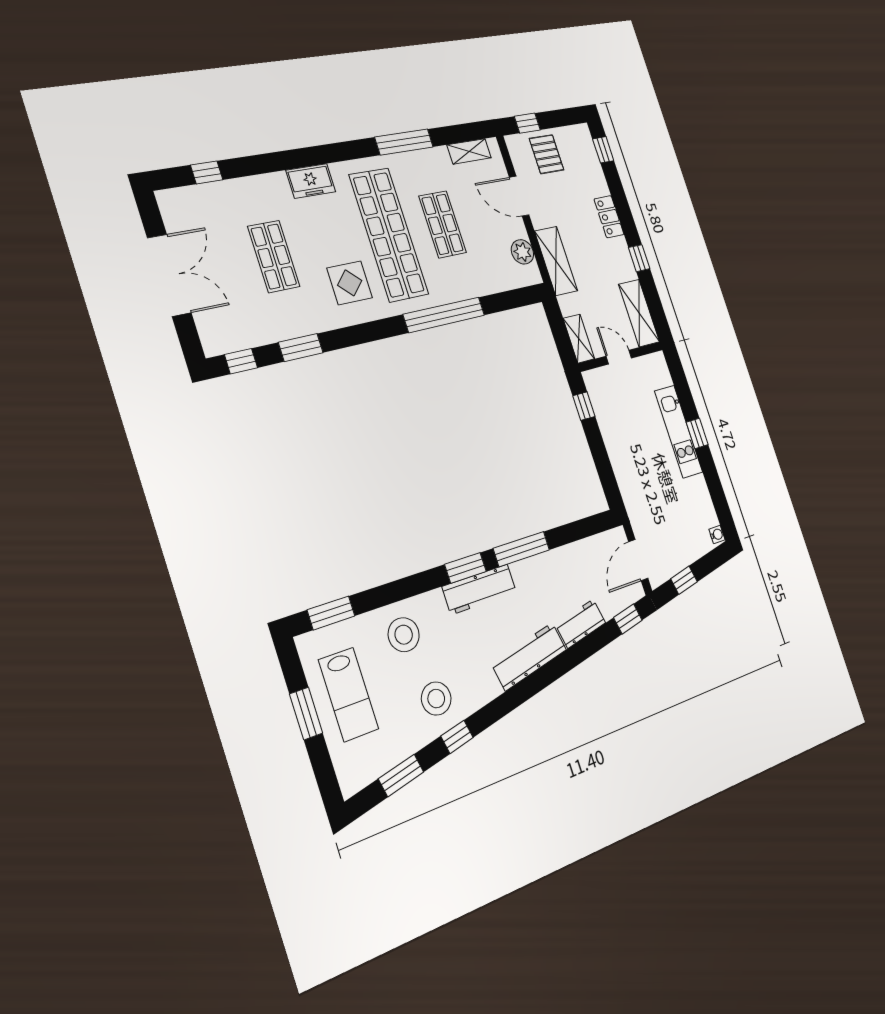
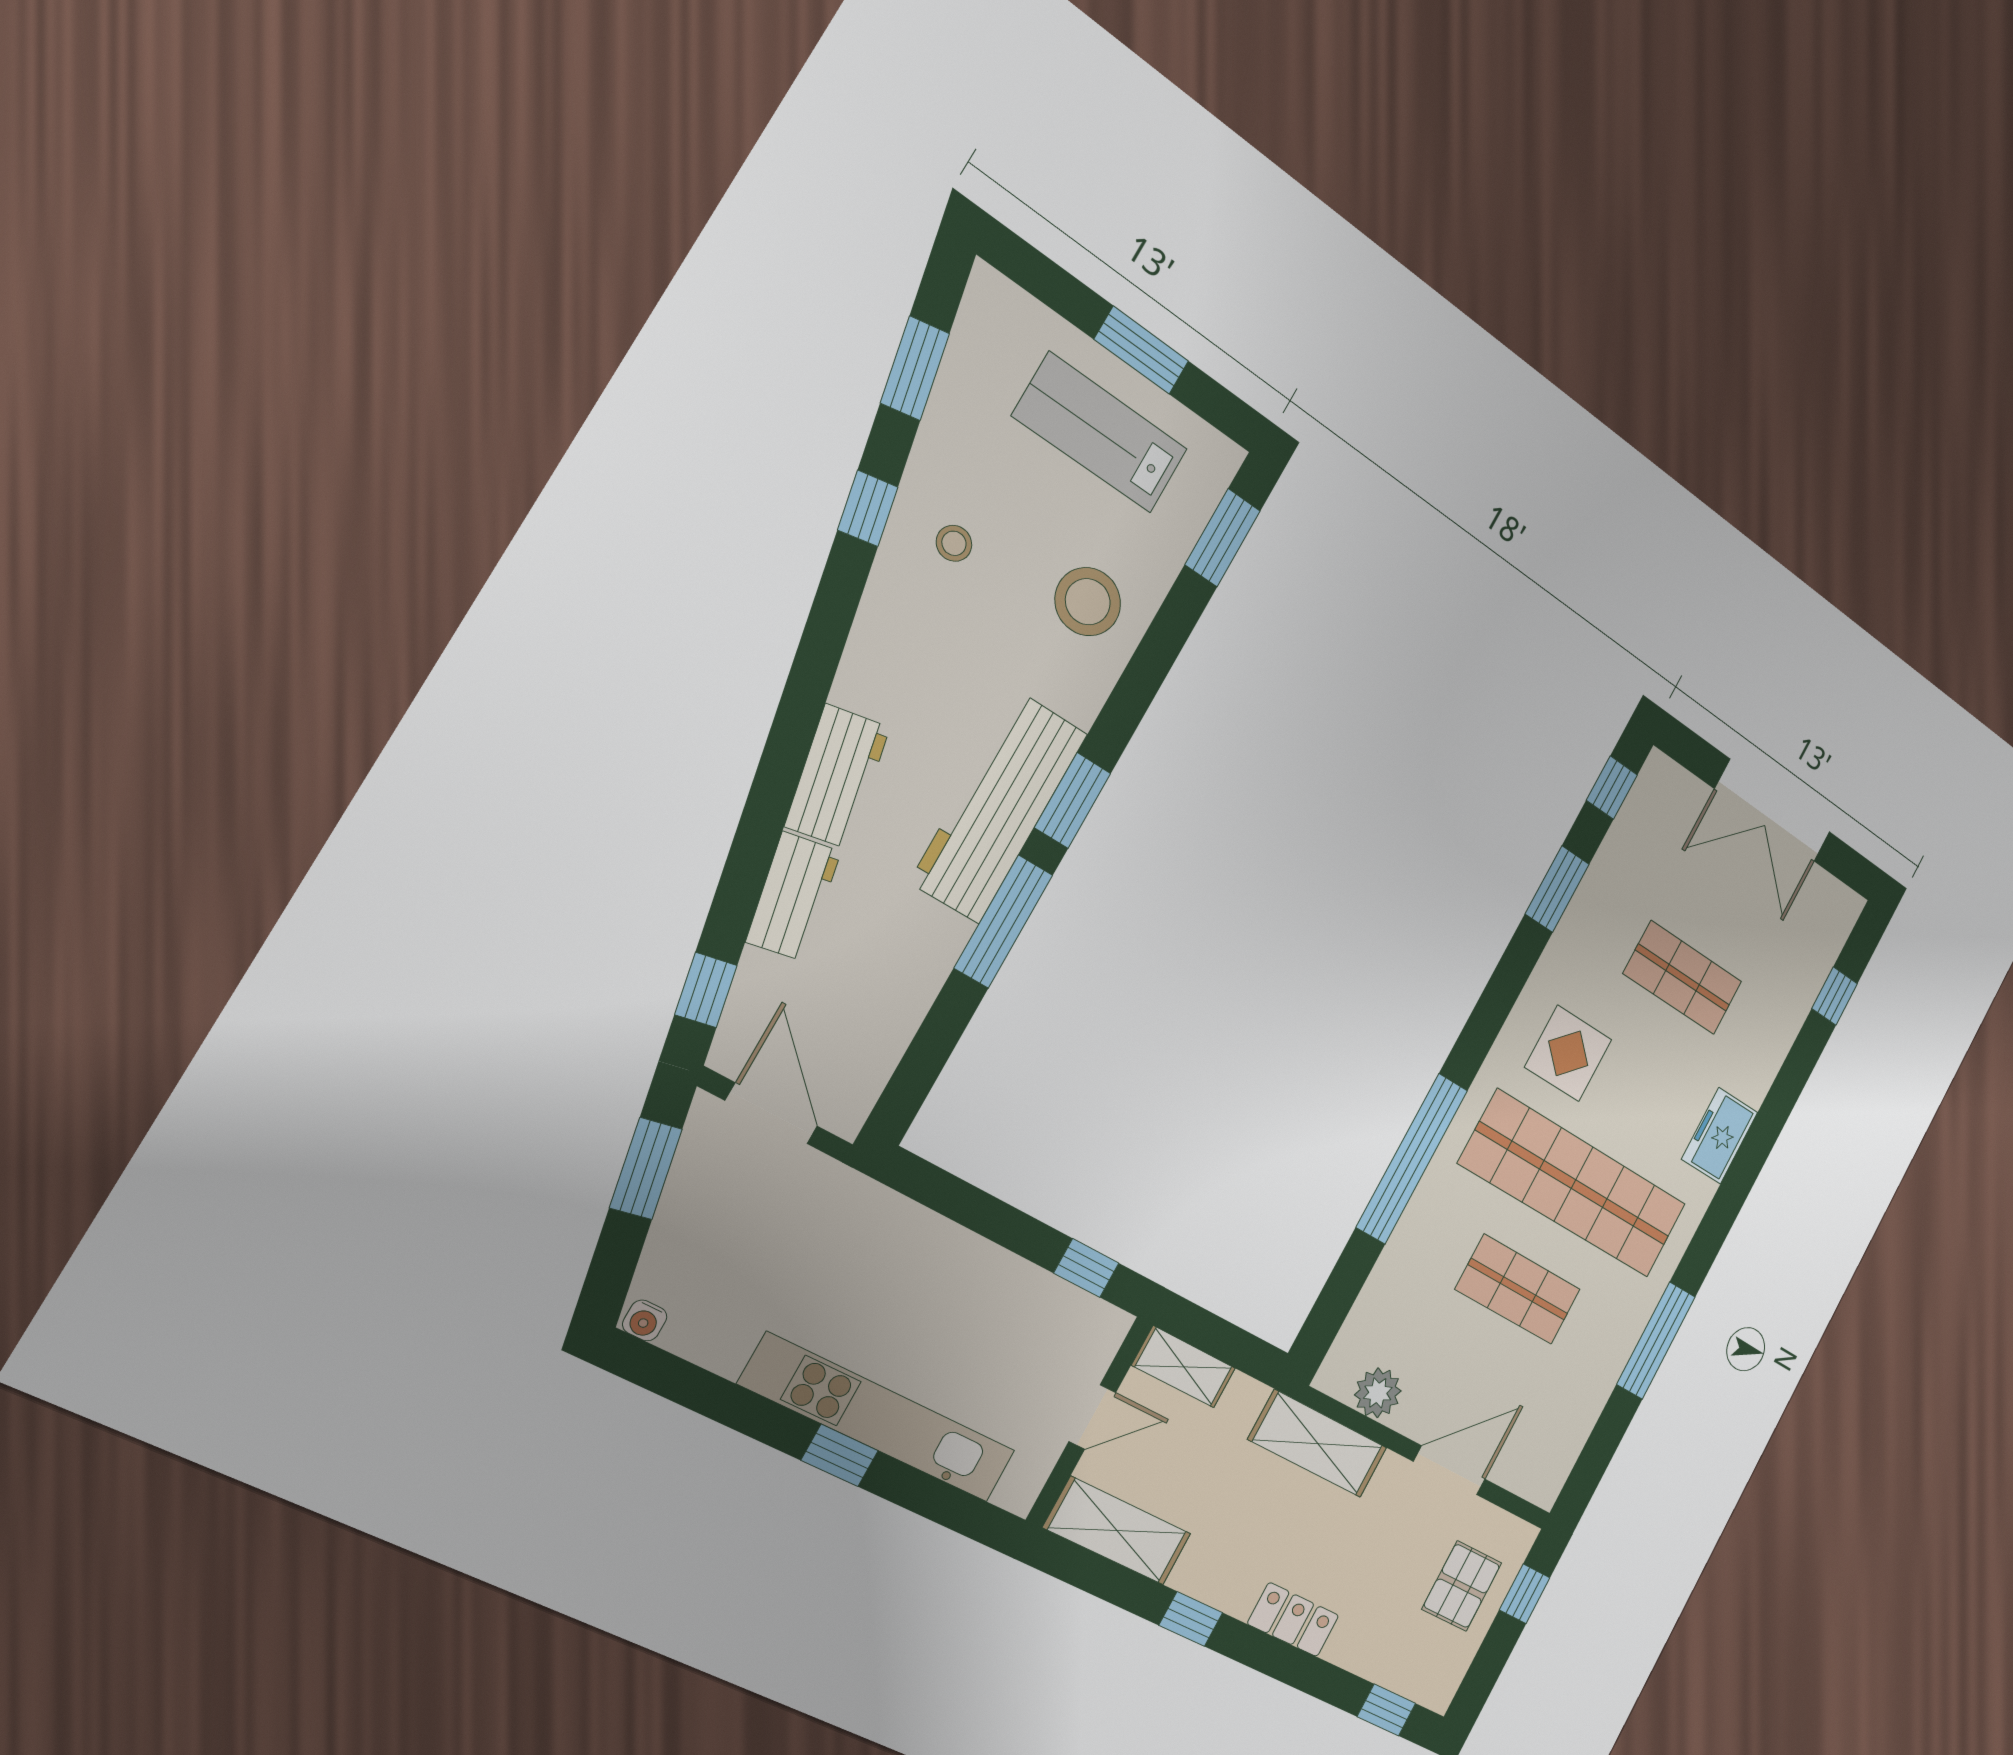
shelving: (469, 151) -> (1567, 1442), removed
pallet: (546, 154) -> (1462, 1586), turned 90
kitchen unit: (679, 432) -> (879, 1418), width x1.36
window: (684, 580) -> (646, 1168), width x1.50
workbench: (479, 589) -> (999, 807), width x1.36, depth x1.32
workbench: (529, 657) -> (837, 777), width x0.73
stool: (436, 699) -> (954, 543), width x0.53, depth x0.53

